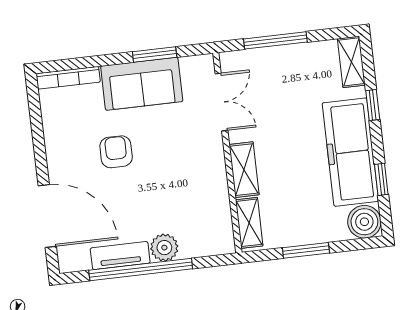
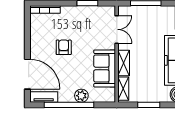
sofa: (142, 84) -> (105, 68), moved, turned 90
tv unit: (120, 256) -> (44, 97), moved

